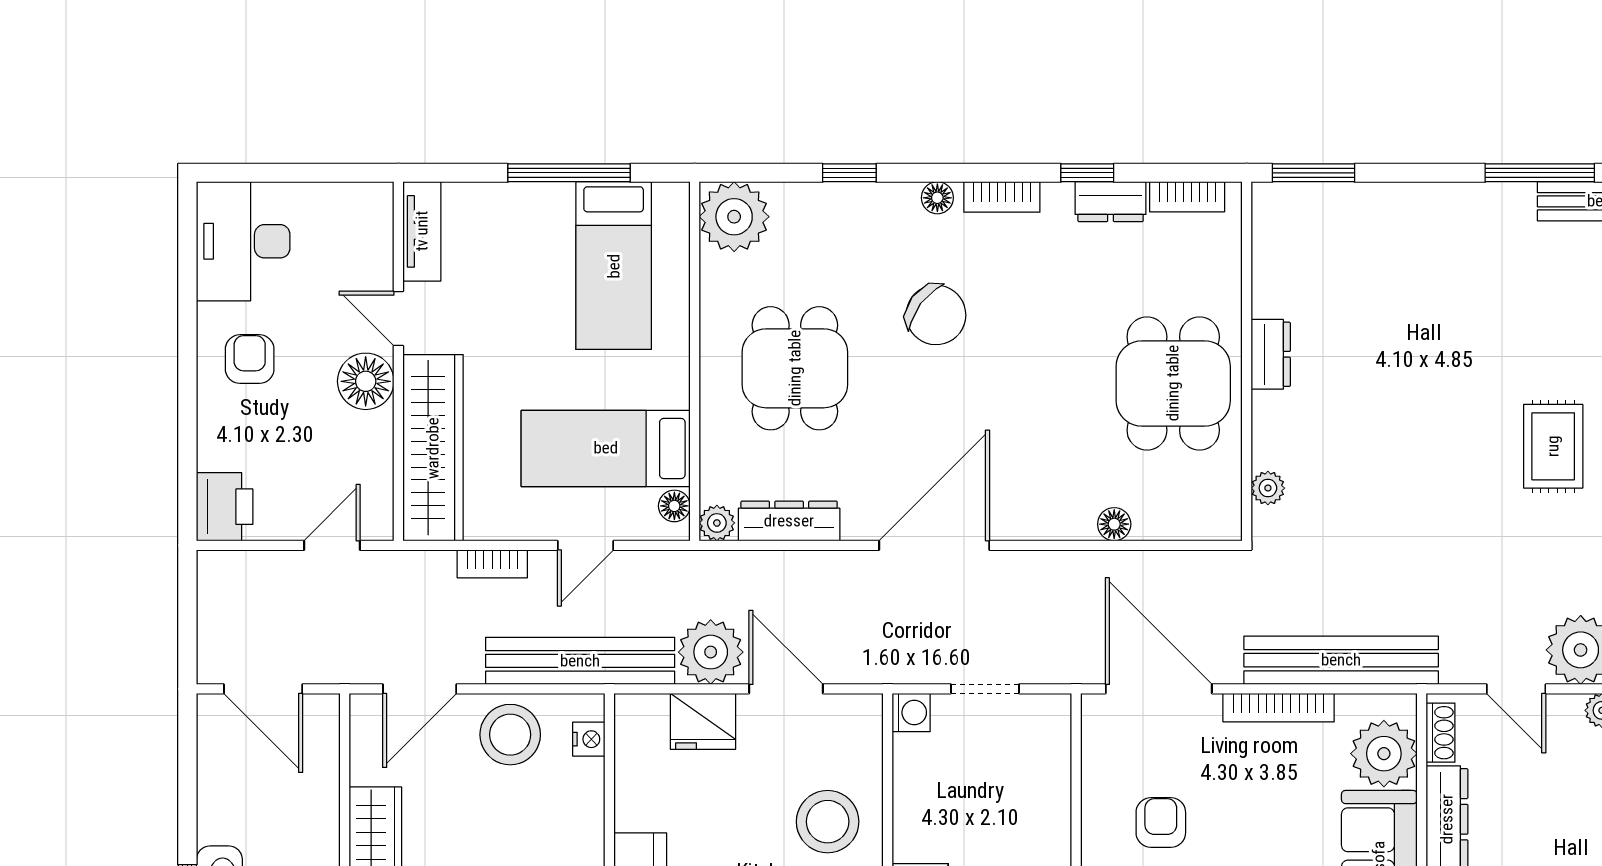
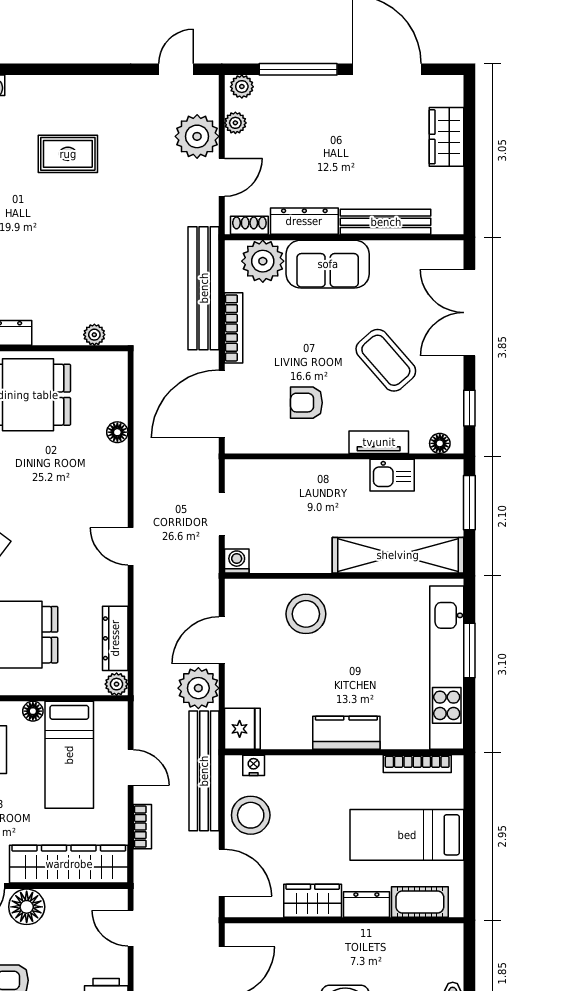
floor lamp: (674, 506) -> (33, 711), moved
door: (934, 545) -> (131, 546), width x0.53
fridge: (703, 721) -> (242, 729), moved

